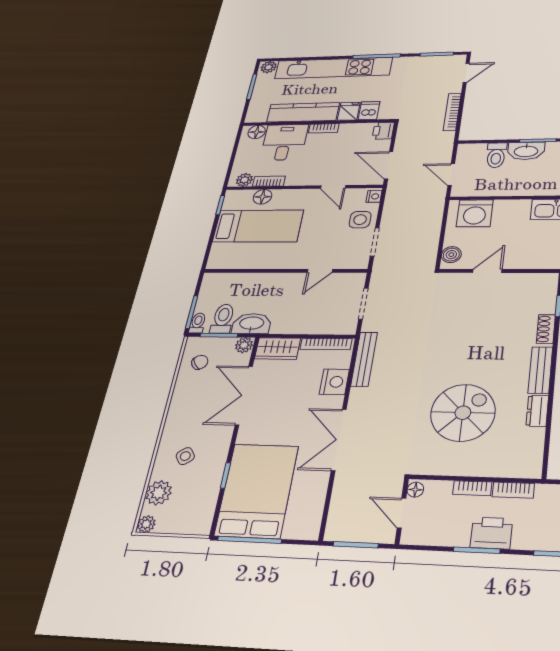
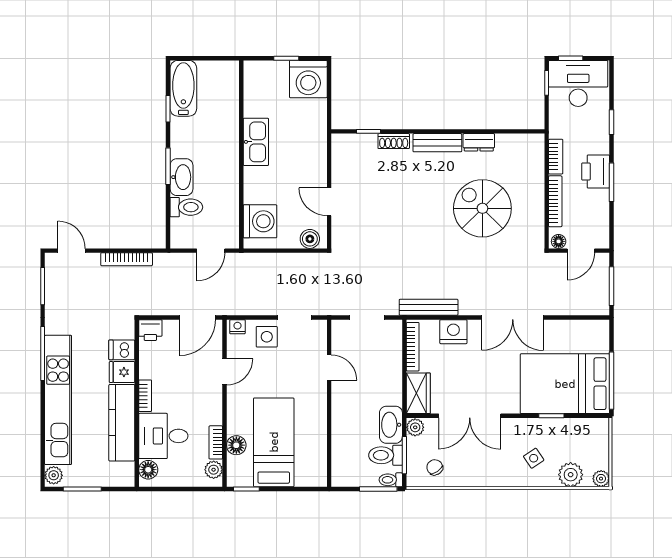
bookcase: (472, 488) -> (555, 201), width x1.56

